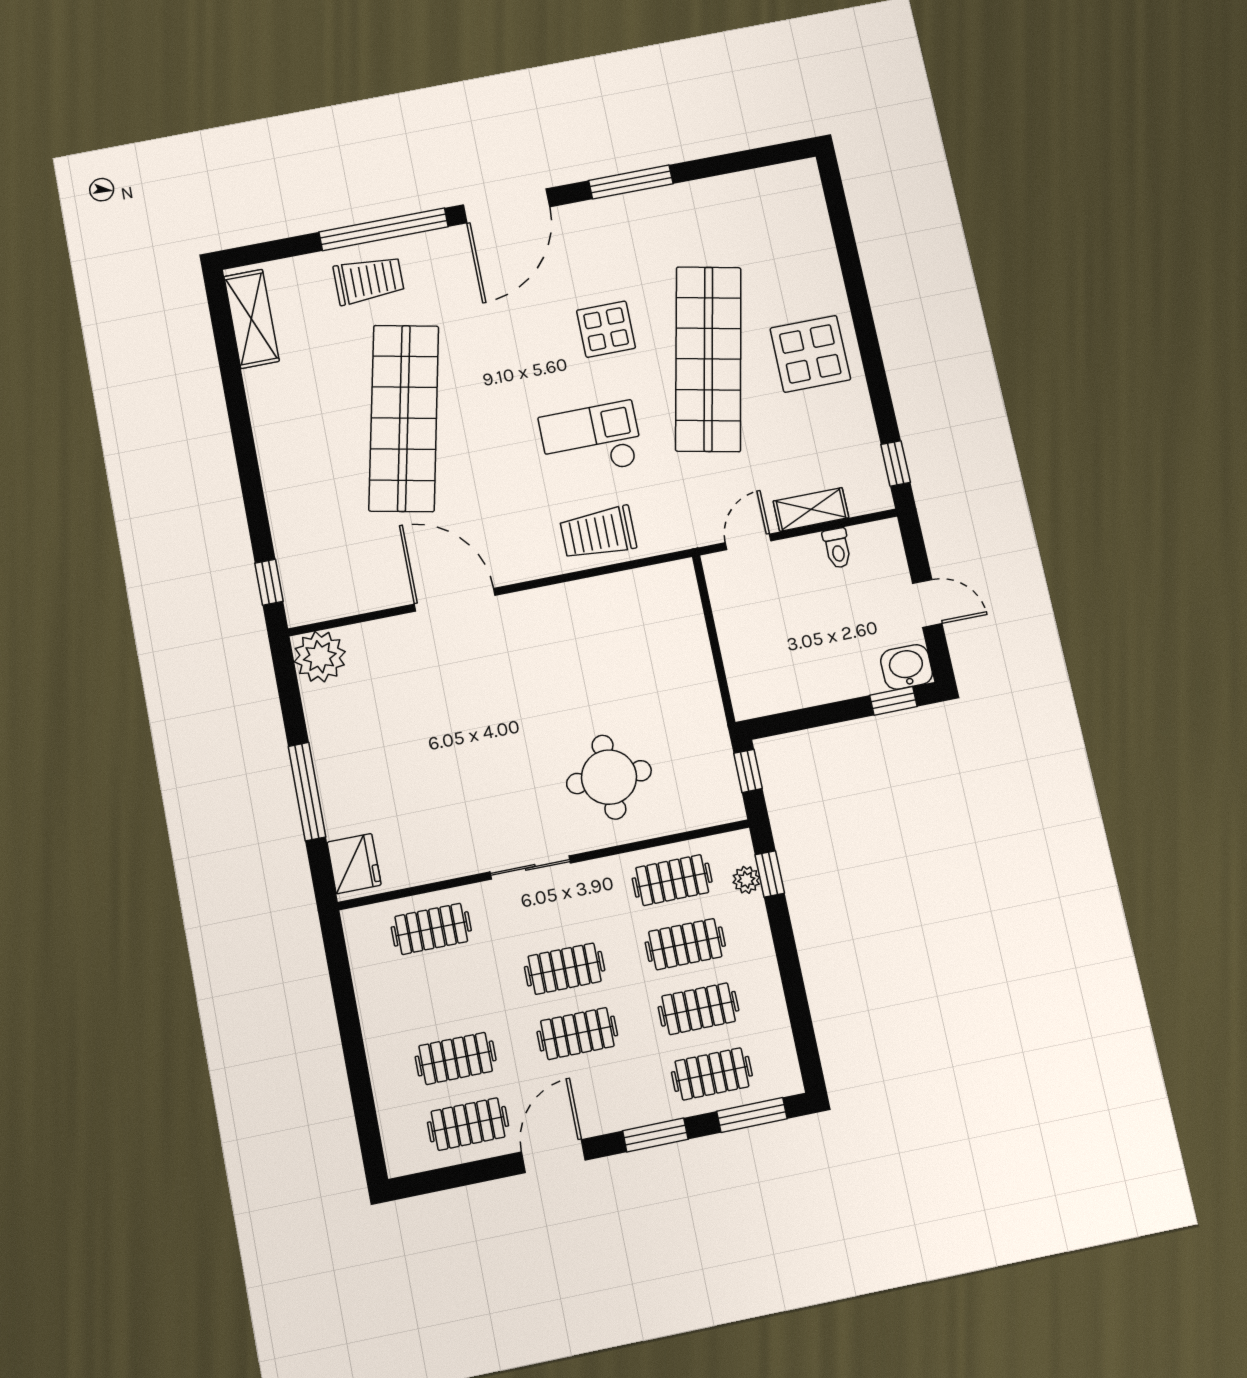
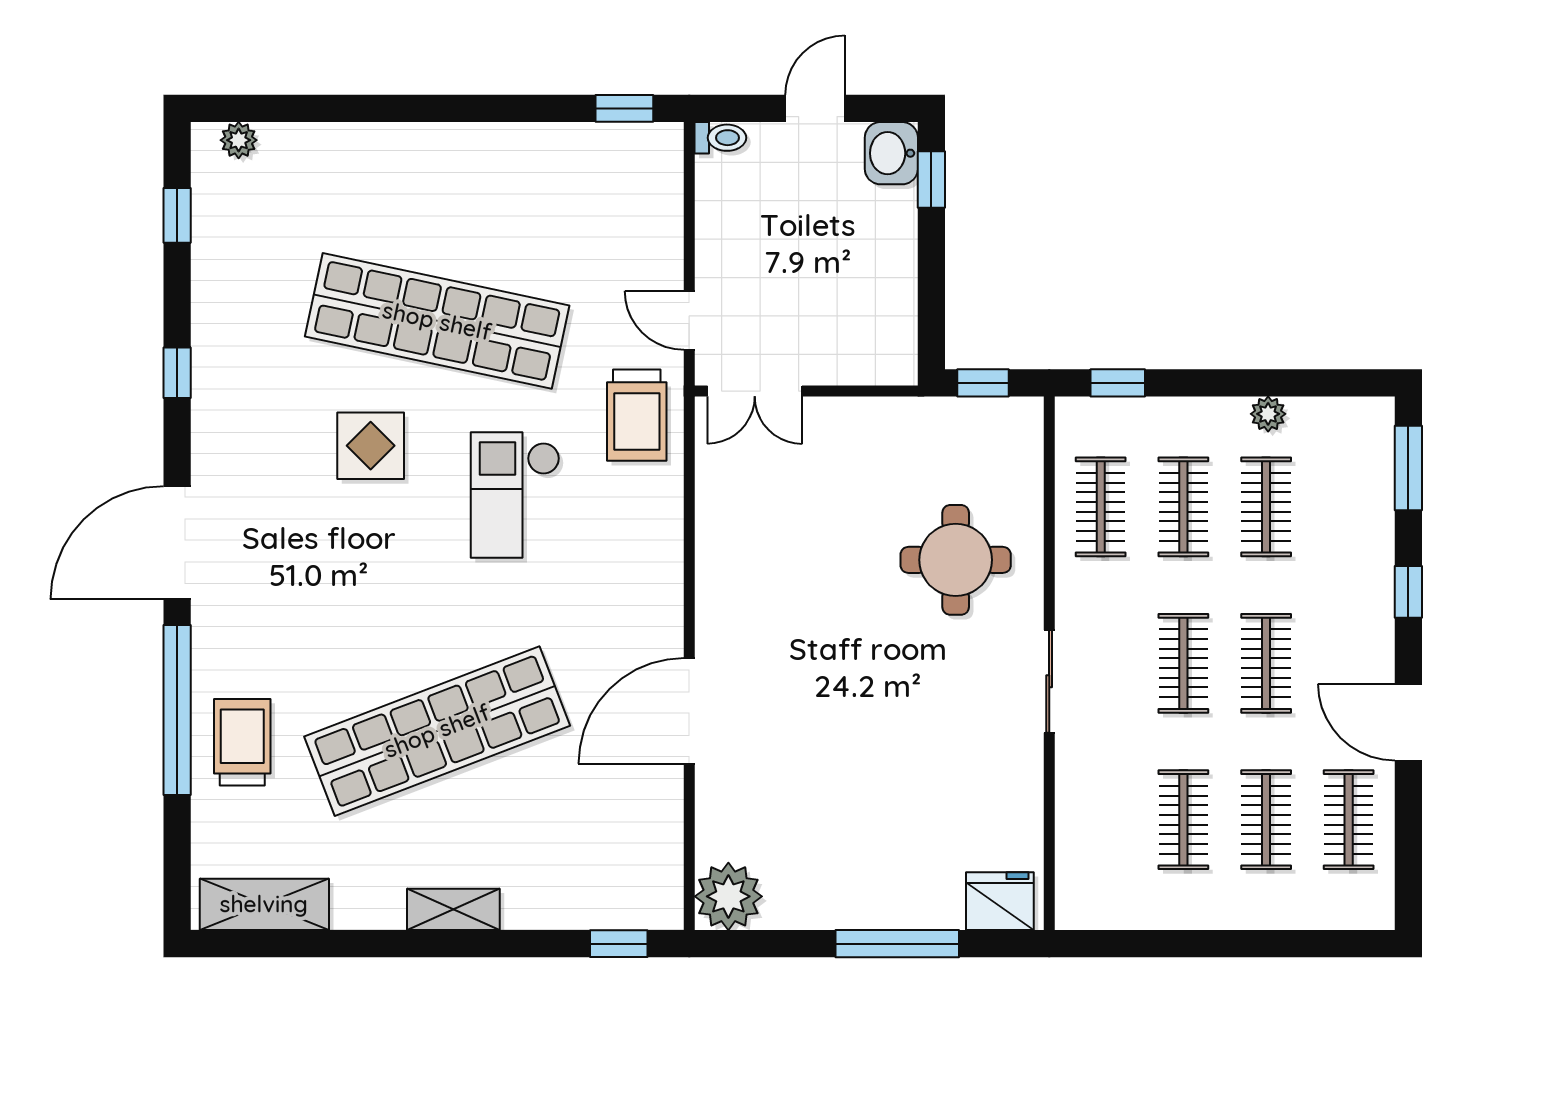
window: (746, 160) -> (177, 215), added
window: (631, 182) -> (177, 373), width x0.46
plant: (810, 193) -> (239, 140), added
door: (506, 206) -> (177, 543), swing flipped
display table: (810, 354) -> (457, 187), removed
shop shelf: (404, 418) -> (437, 731), turned -33
shelving: (811, 509) -> (453, 909), moved, turned 90
trolley: (598, 533) -> (637, 415), moved
toilet: (837, 548) -> (720, 138), moved
double door: (706, 601) -> (755, 391), added
plant: (746, 880) -> (1268, 414), moved
clothes rail: (431, 929) -> (1183, 820), moved
clothes rail: (712, 1074) -> (1349, 507), removed
window: (655, 1135) -> (1408, 592), width x0.67

